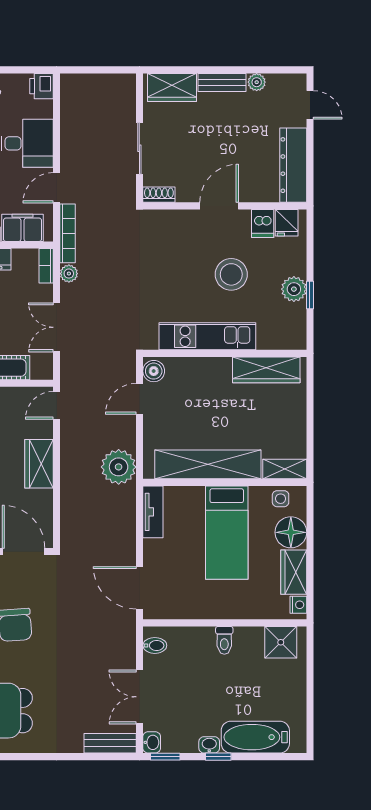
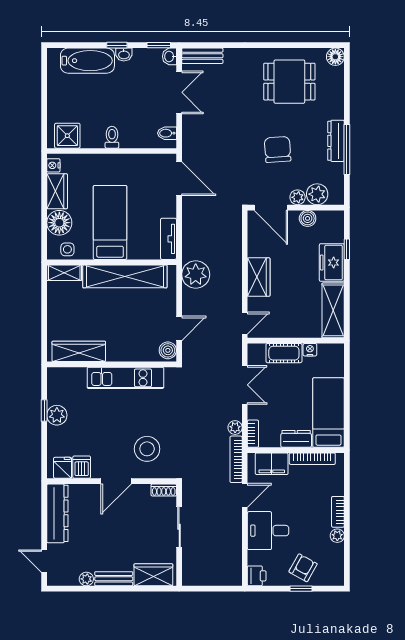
stool: (231, 274) -> (147, 449), moved

